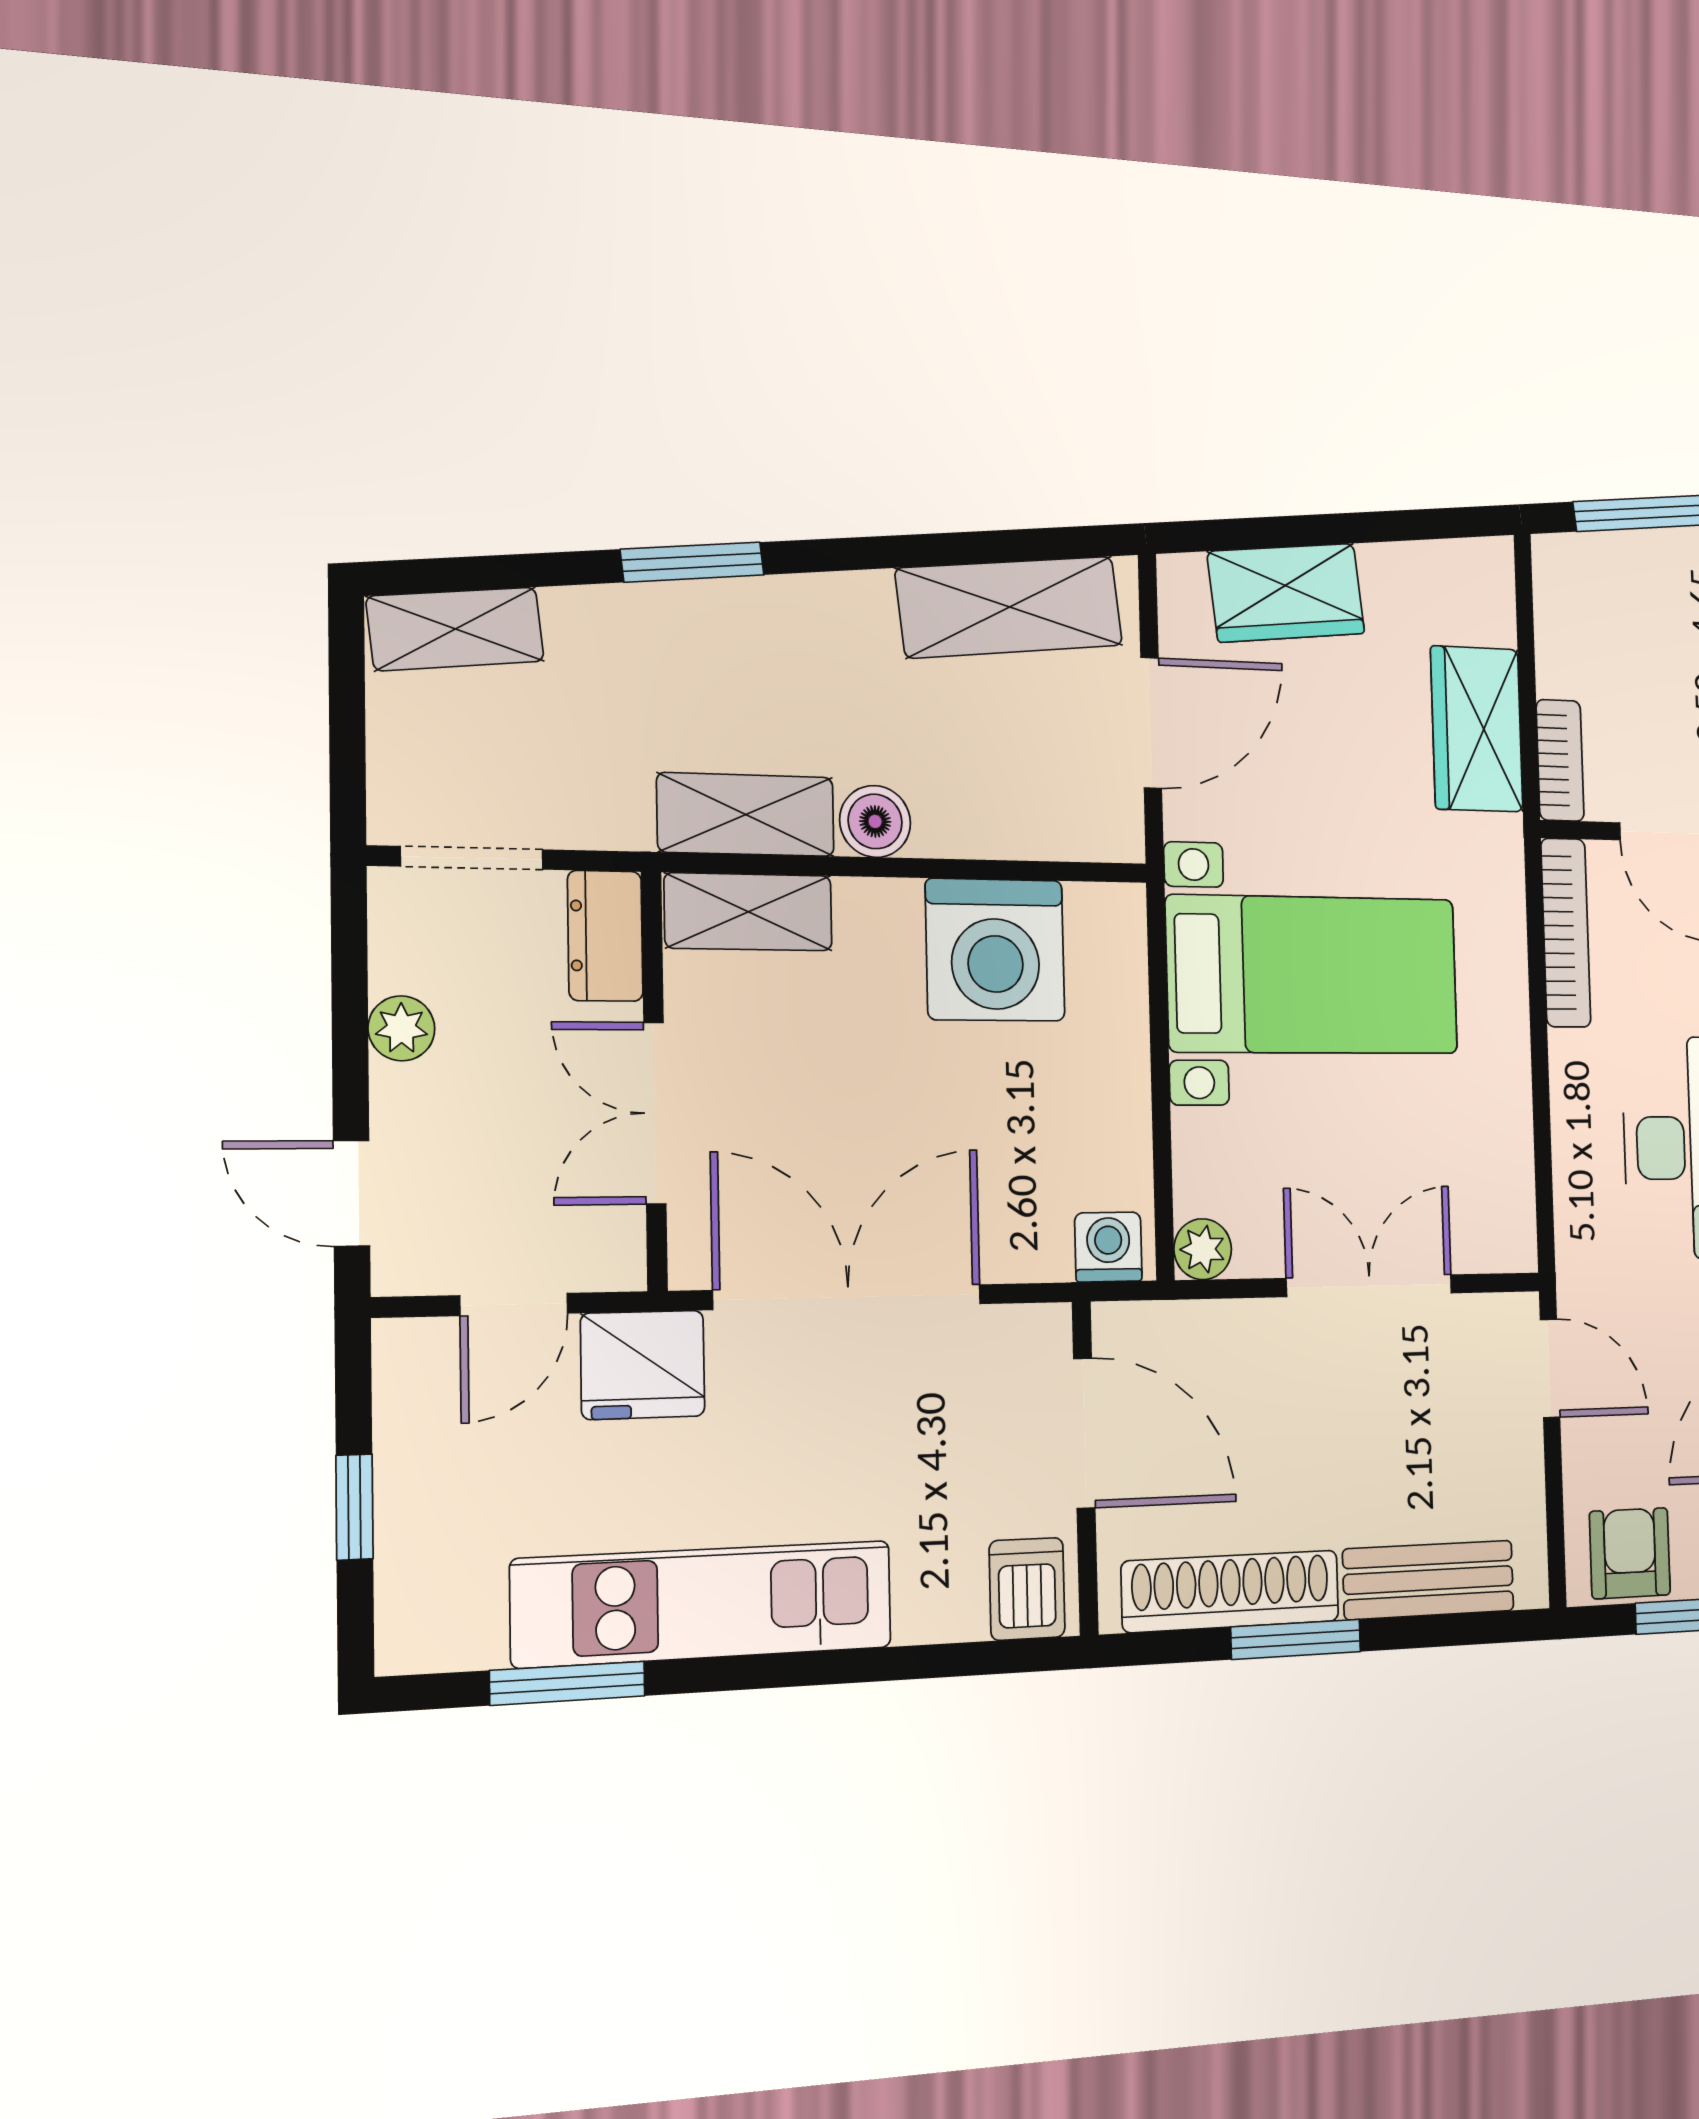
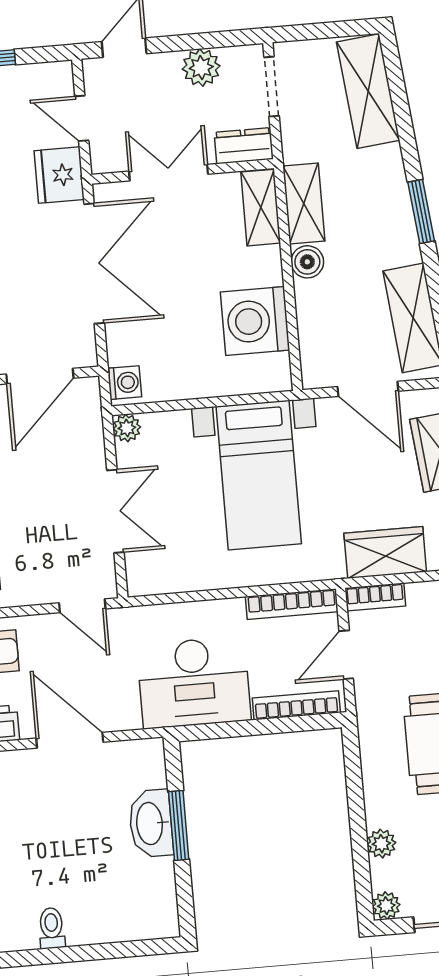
window: (692, 562) -> (421, 212), moved
shelving: (455, 629) -> (368, 91), width x1.50, depth x1.33
plant: (401, 1028) -> (201, 67), width x1.38, depth x1.38
door: (1550, 1368) -> (82, 606), hinge flipped

